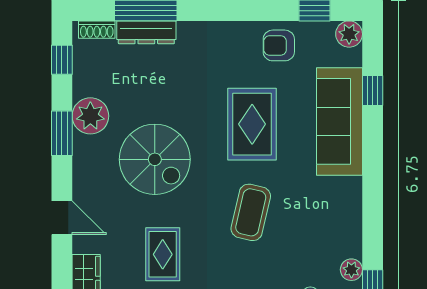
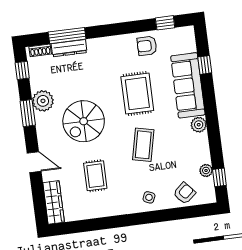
plant: (349, 34) -> (199, 125), moved
spiral stairs: (155, 159) -> (84, 121), turned 90

